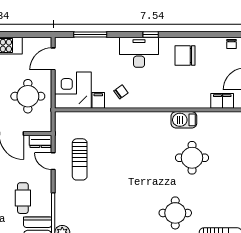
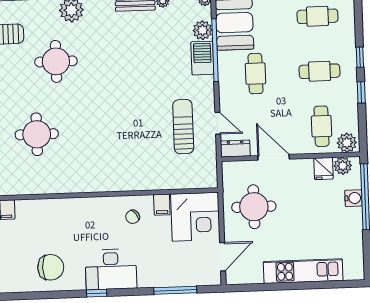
barbecue: (184, 120) -> (202, 58), moved, turned -90

